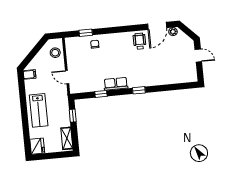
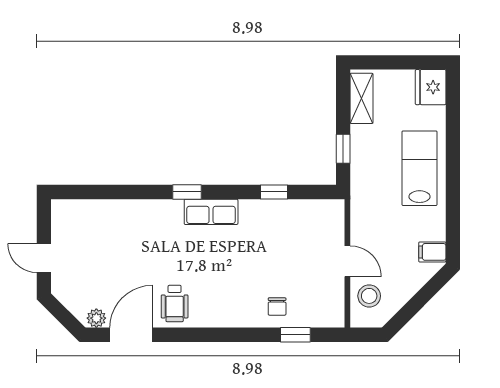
door: (67, 77) -> (347, 261), moved
row of seats: (116, 84) -> (211, 212), moved

